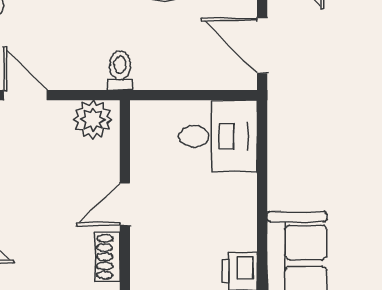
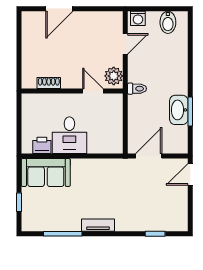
desk: (218, 136) -> (69, 135), moved
door: (125, 204) -> (93, 91), moved

